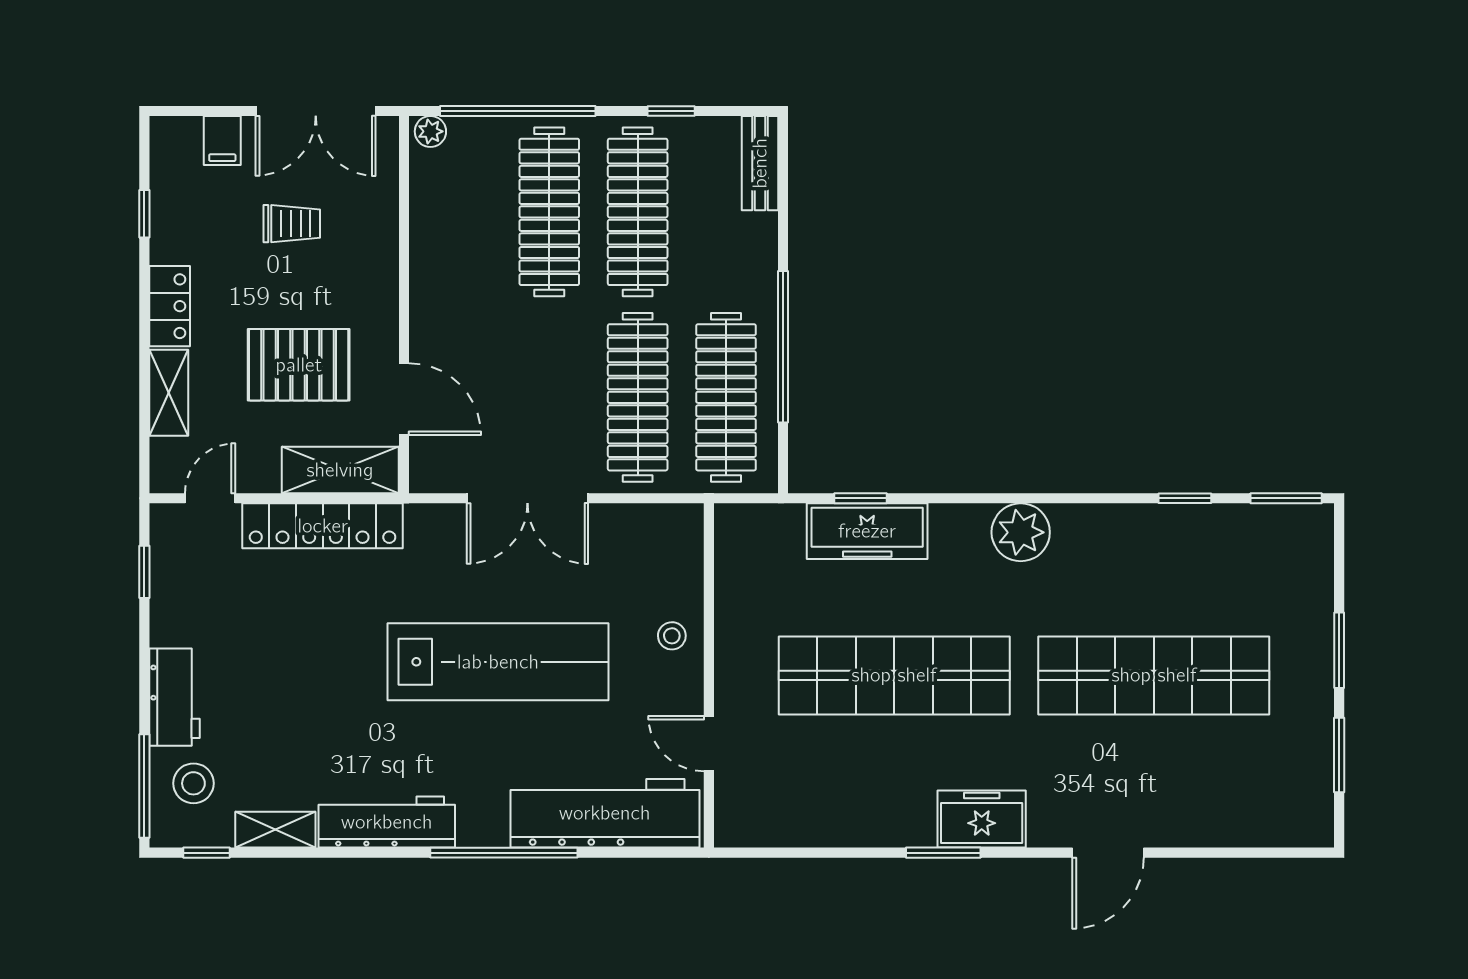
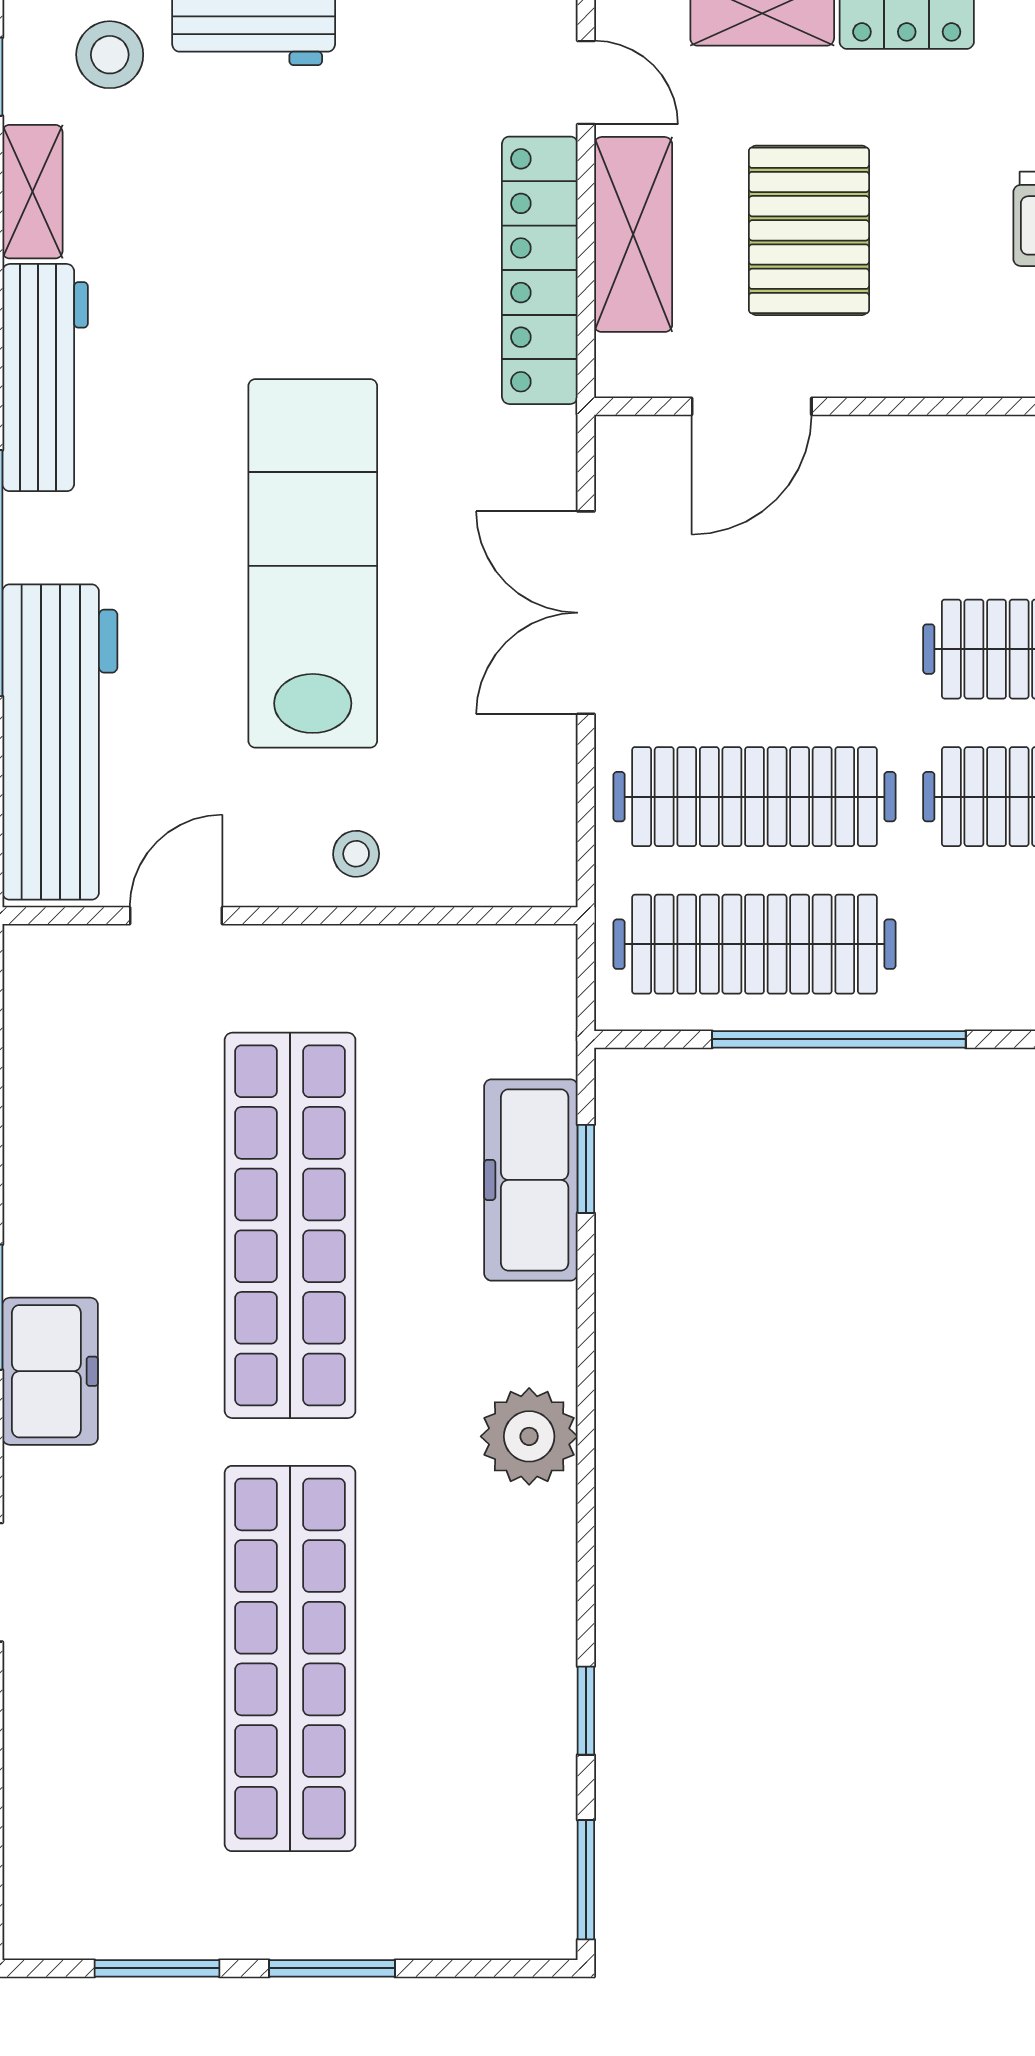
shelving: (340, 470) -> (633, 234), moved
lab bench: (498, 662) -> (313, 563), turned 180

